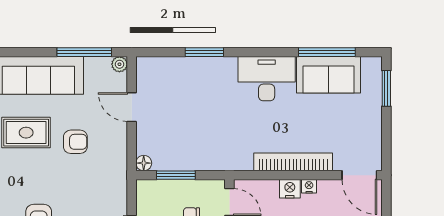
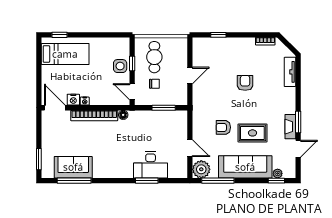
plant: (119, 64) -> (201, 169), width x1.87, depth x1.87
desk: (267, 79) -> (151, 165), moved
floor lamp: (144, 163) -> (123, 115), moved
nightstand: (290, 189) -> (73, 100), moved

